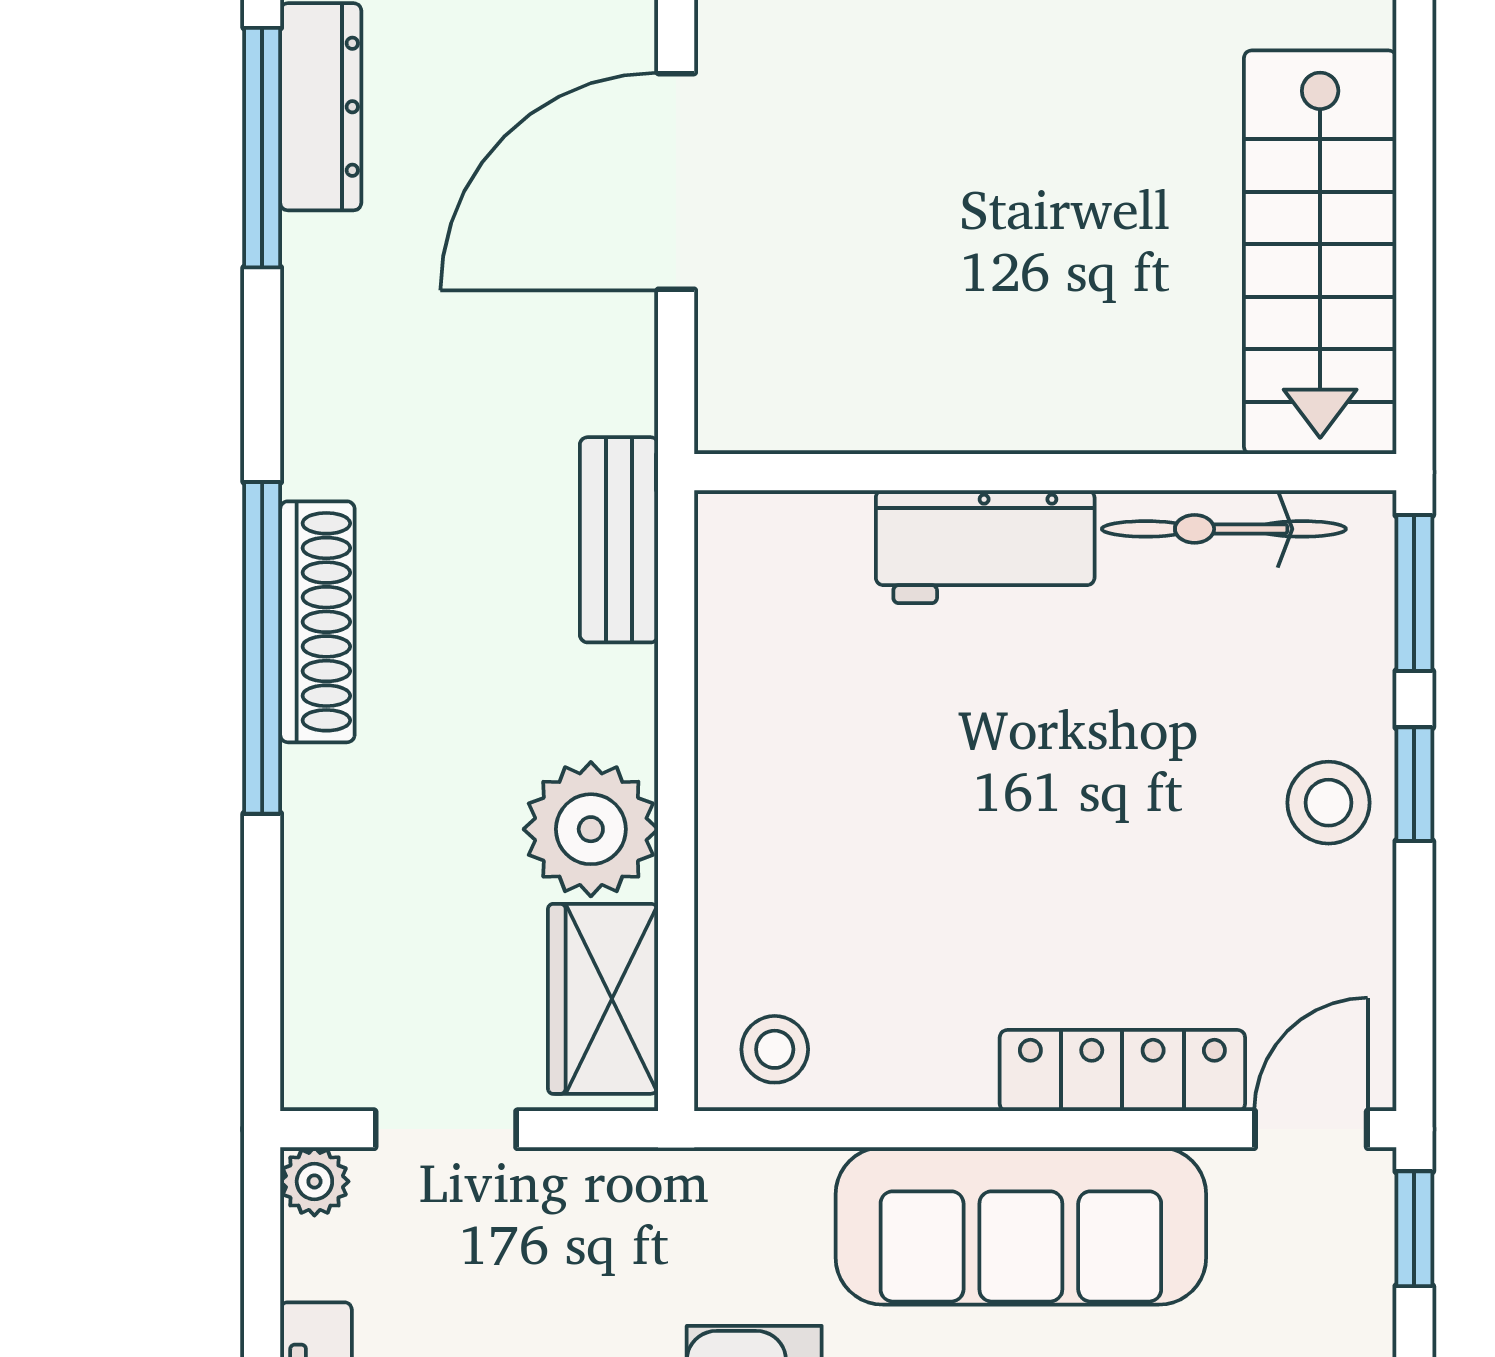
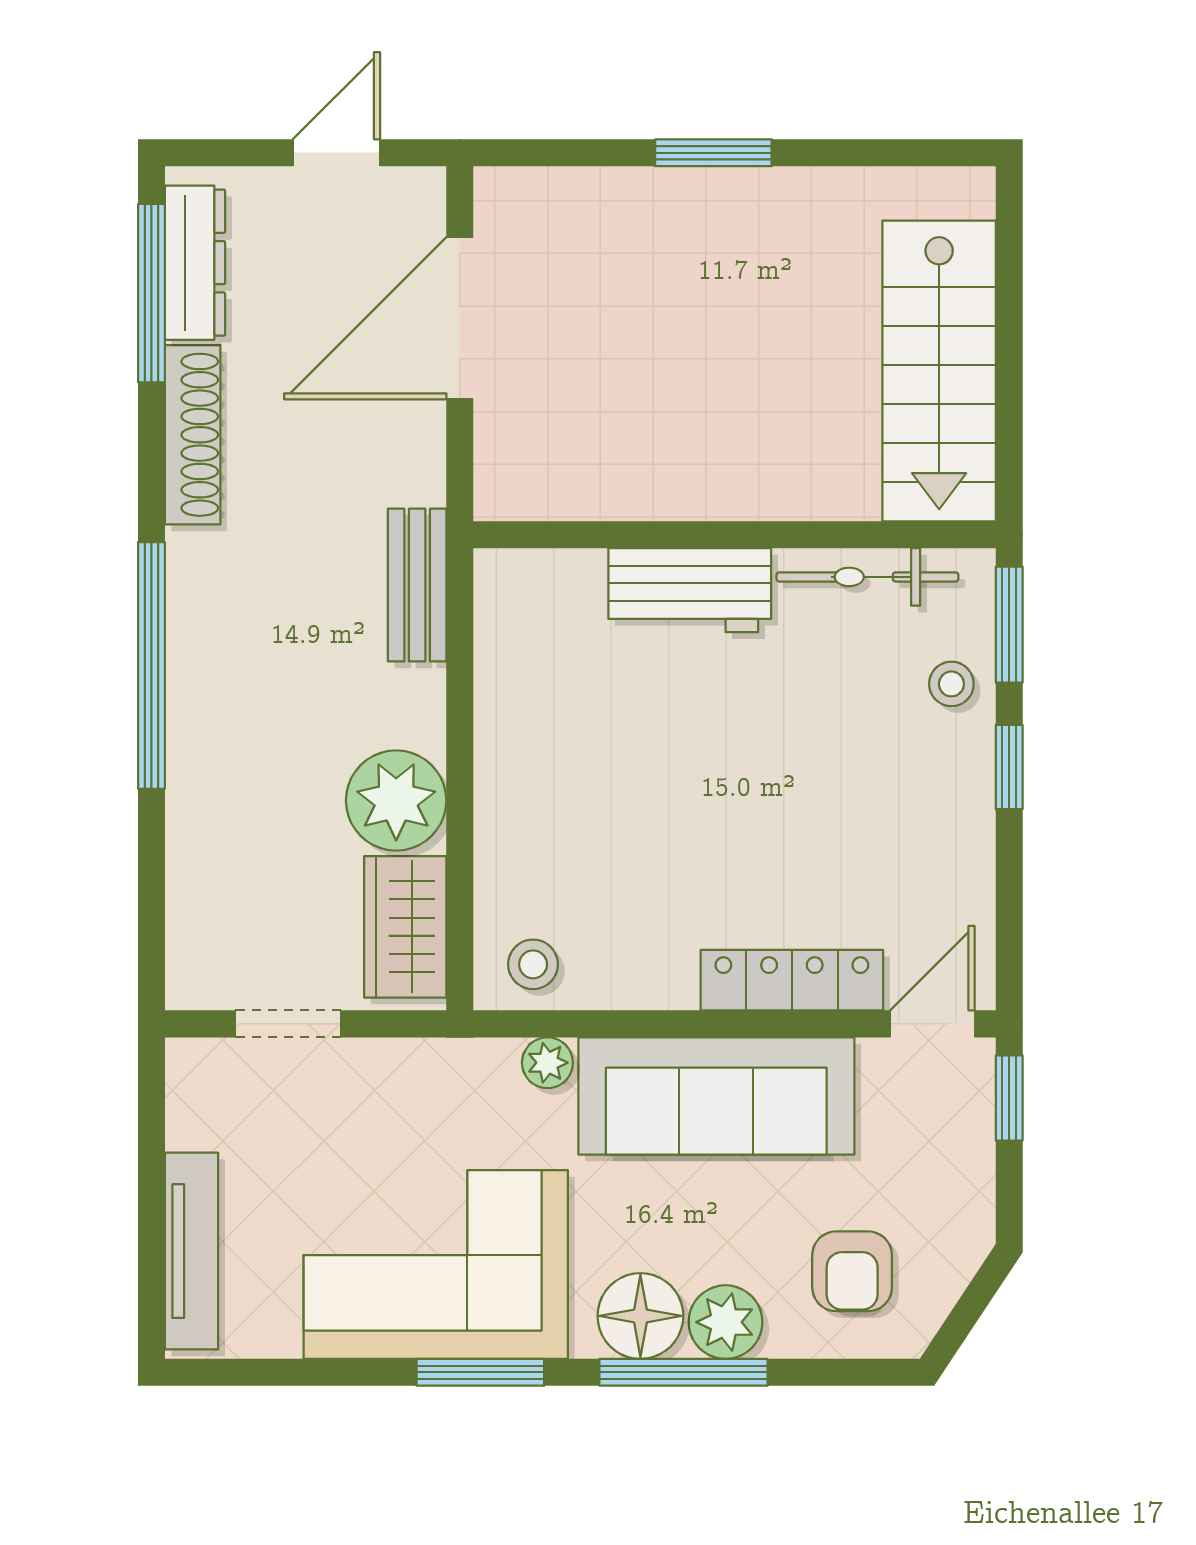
shoe rack: (317, 622) -> (193, 435), moved
stool: (1329, 803) -> (951, 684), moved, width x0.73, depth x0.73
plant: (314, 1181) -> (547, 1063), moved

